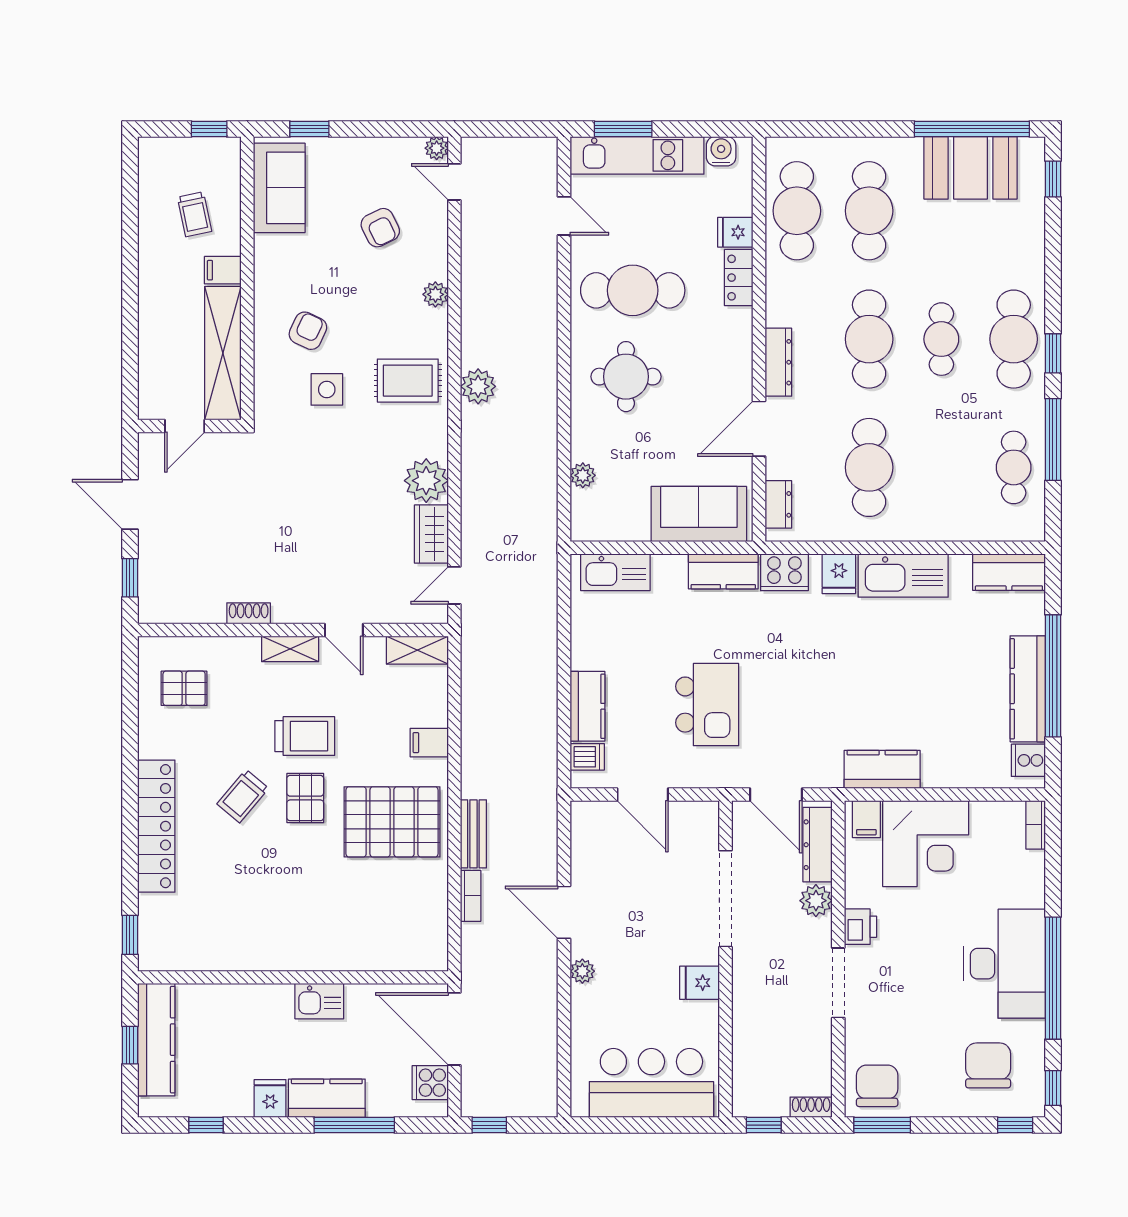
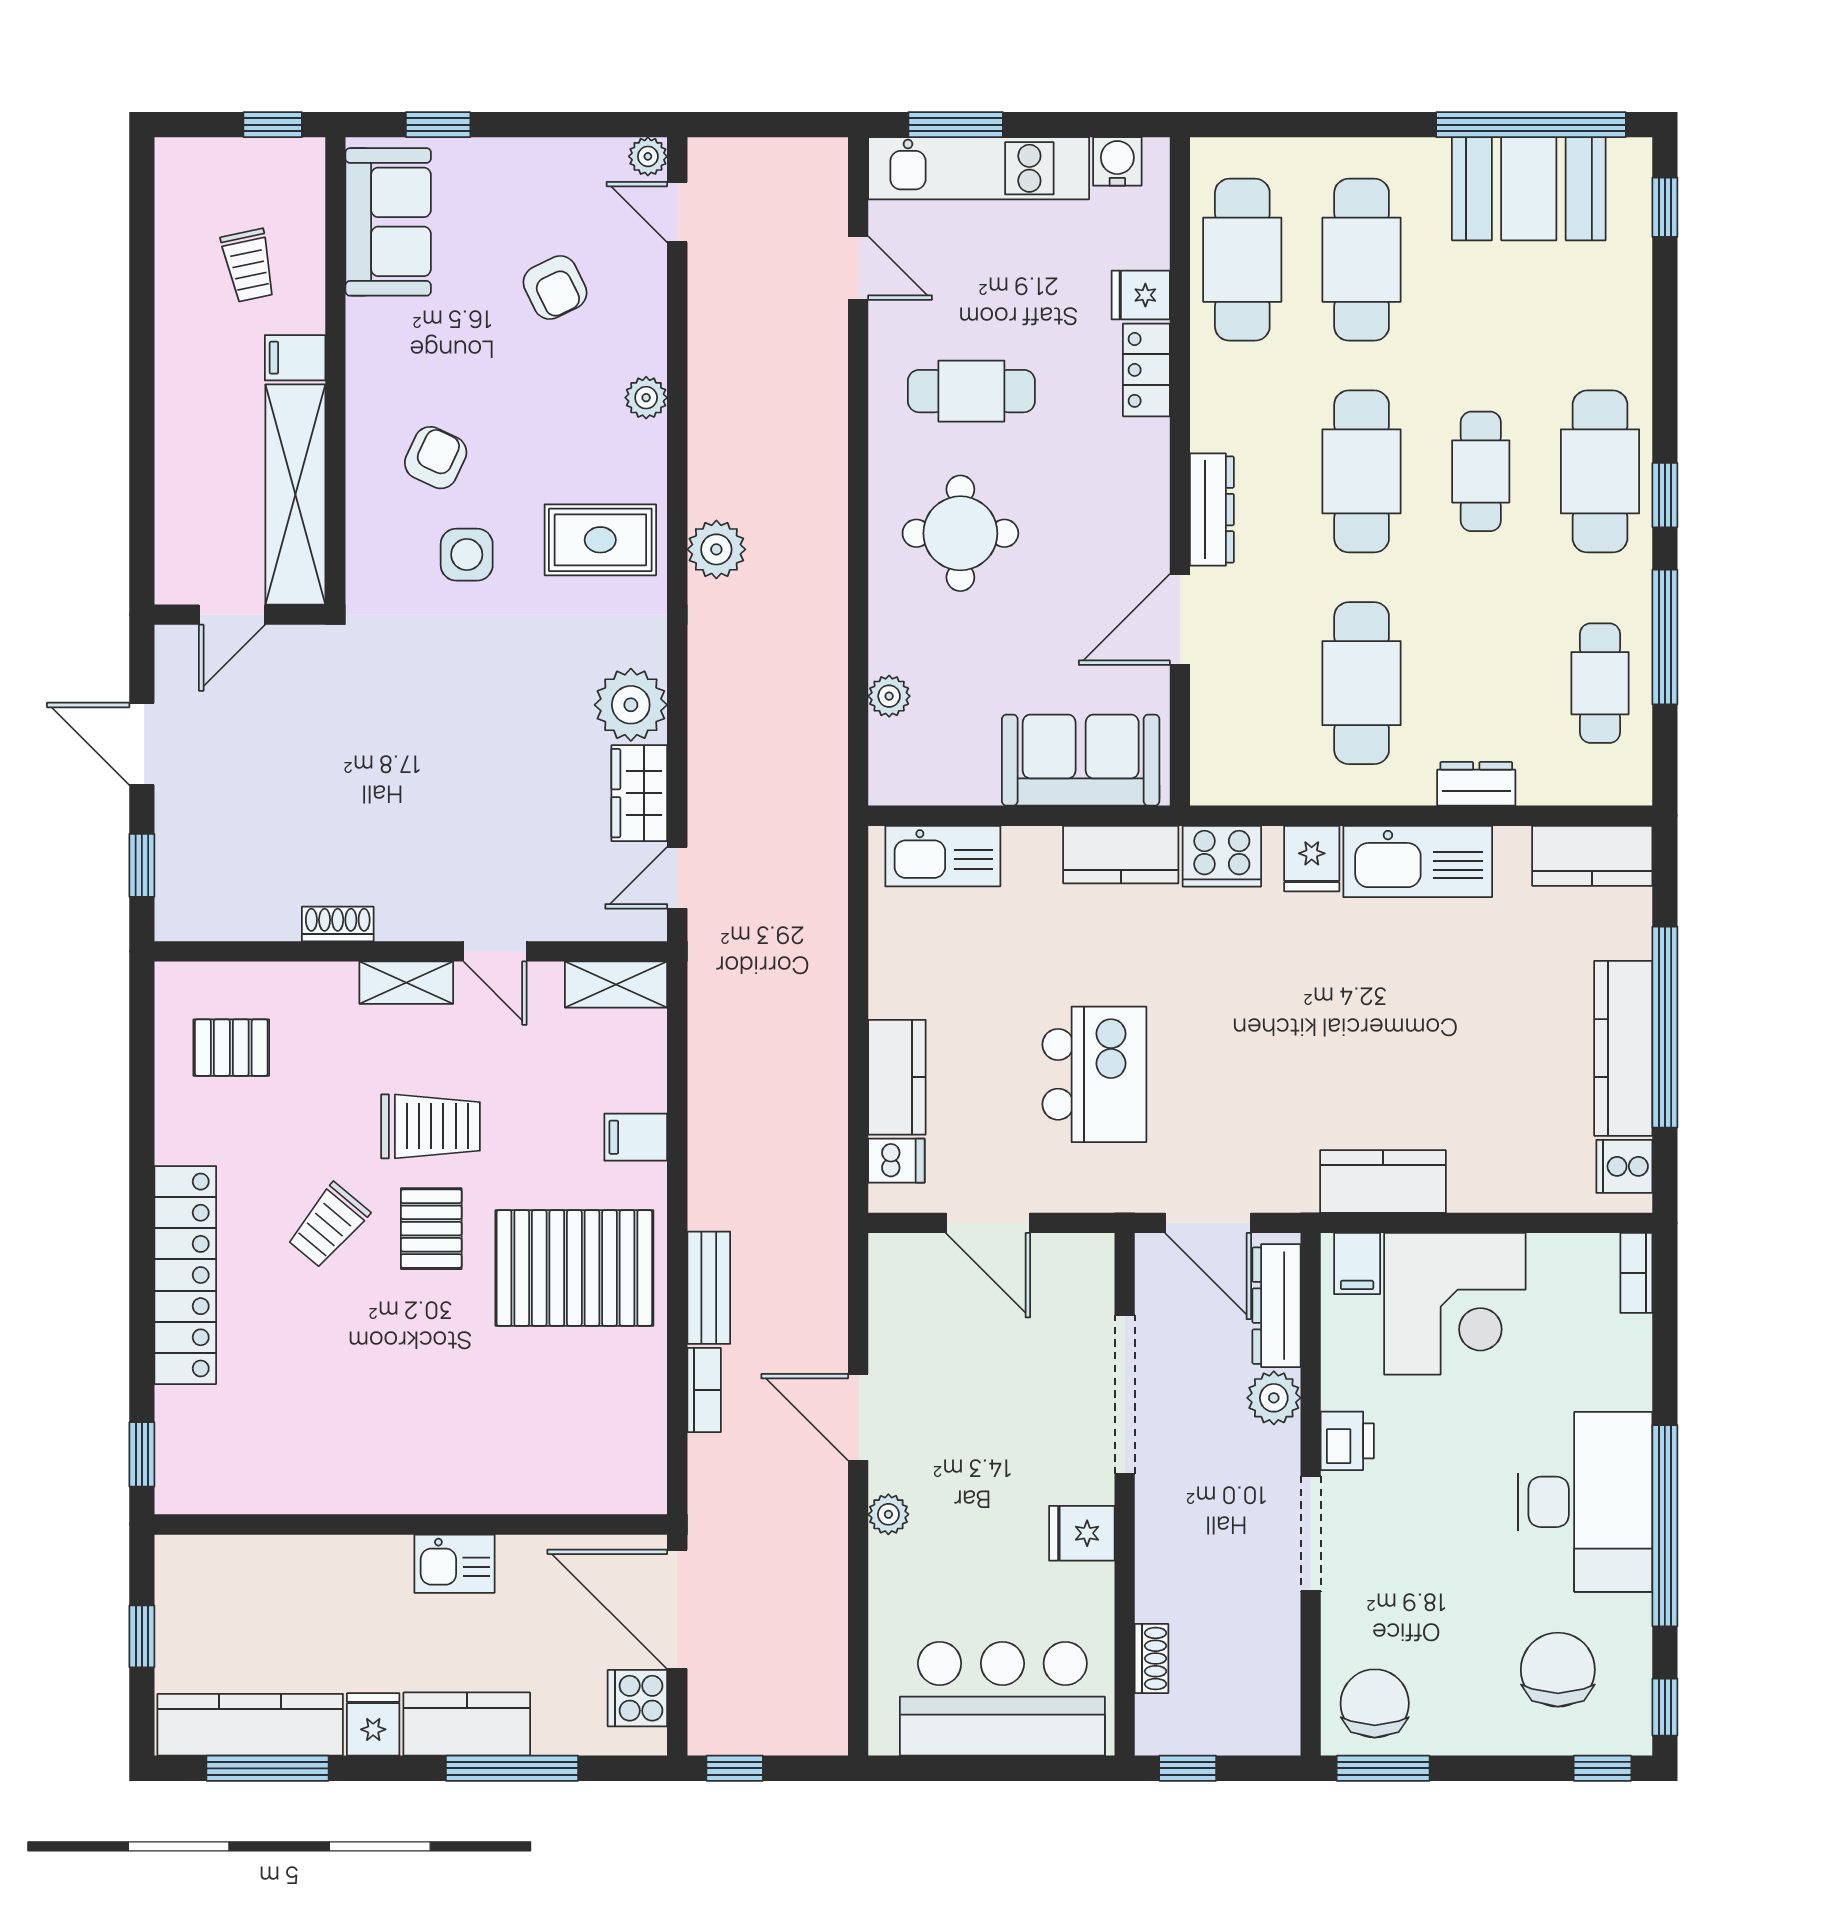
cafe table: (633, 290) -> (971, 391), width x0.73, depth x0.74
dresser: (778, 504) -> (1476, 784), moved, turned -90
kitchen counter: (156, 1040) -> (250, 1725), moved, turned -90
shoe rack: (811, 1107) -> (1151, 1658), moved, turned 90
window: (206, 1125) -> (267, 1768), width x2.17

